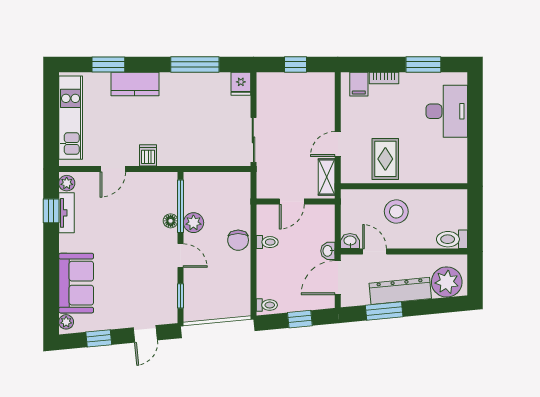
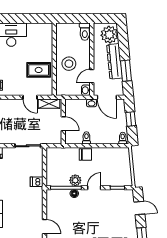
dishwasher: (148, 155) -> (37, 182), moved

